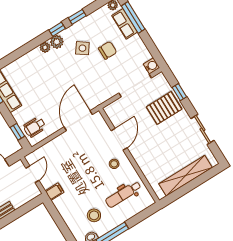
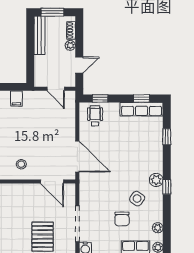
window: (77, 17) -> (167, 137), moved
plant: (45, 47) -> (158, 228), moved
door: (119, 139) -> (52, 182), moved
filing cabinet: (54, 192) -> (17, 98), moved

